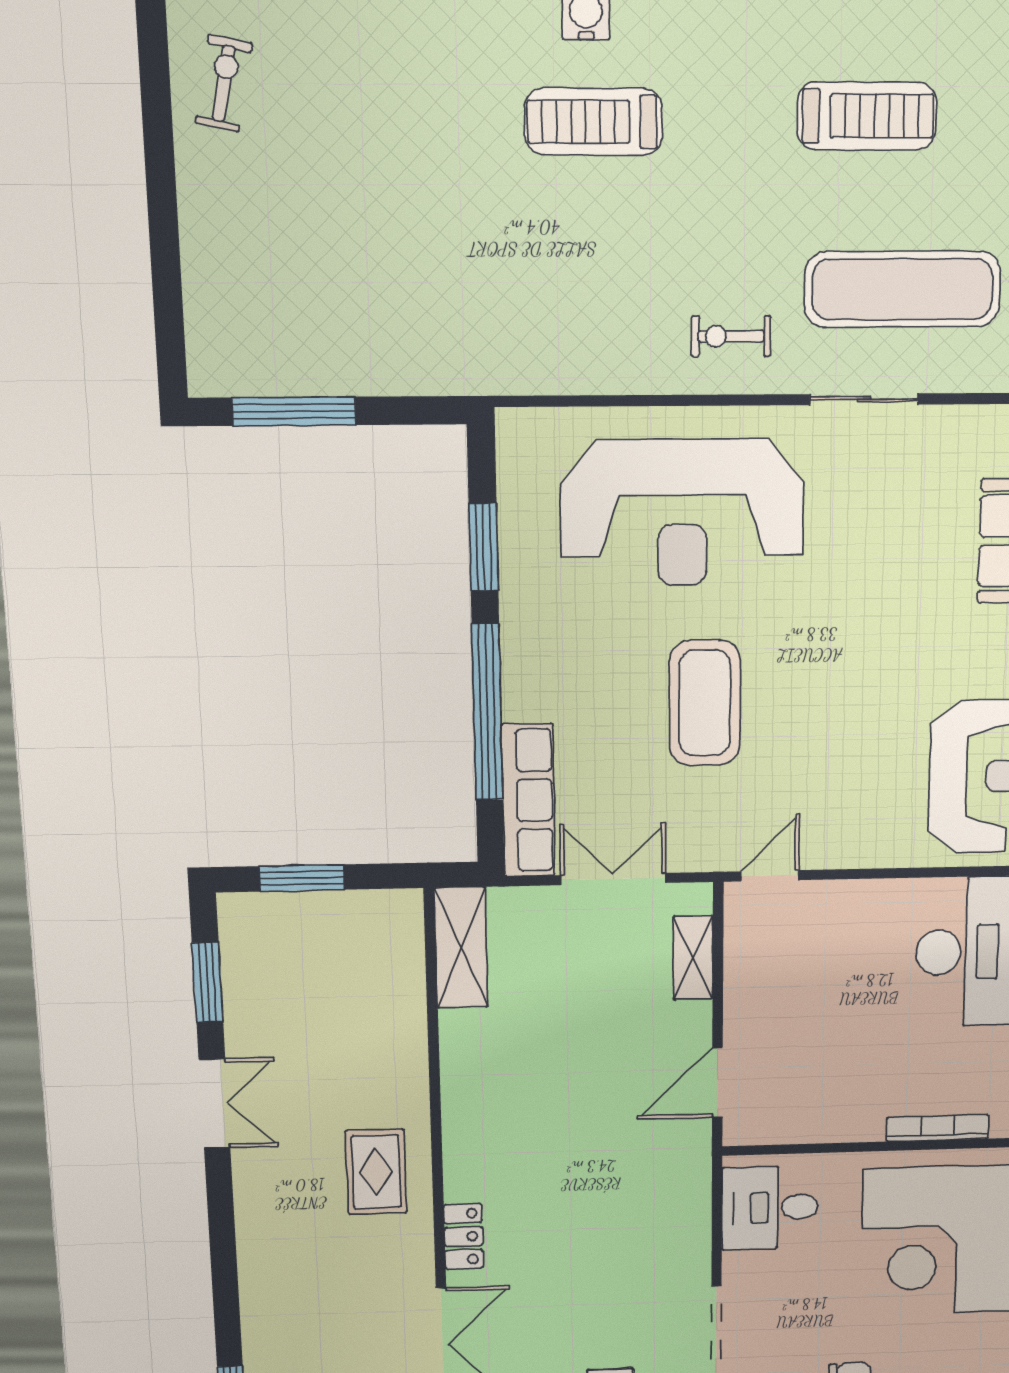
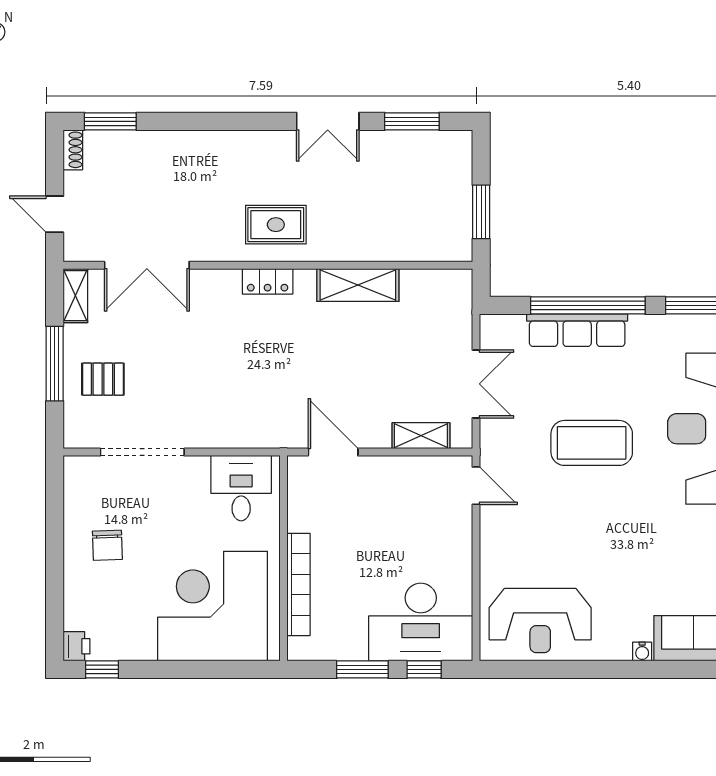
row of seats: (528, 800) -> (577, 330), moved
window: (302, 878) -> (481, 212), moved
shelving: (461, 948) -> (358, 285), moved
bookcase: (938, 1128) -> (298, 585), width x1.48, depth x1.31
locker: (464, 1236) -> (268, 281), moved

